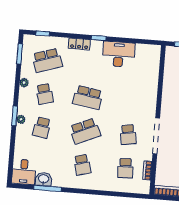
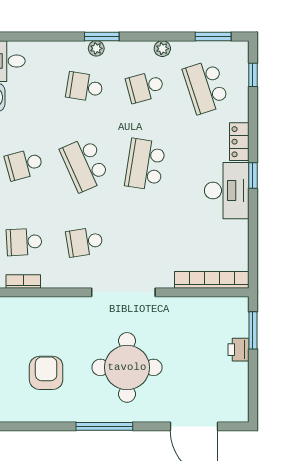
desk: (119, 54) -> (227, 191), moved
bookcase: (155, 66) -> (212, 280), added
doorway: (156, 136) -> (123, 292), moved

